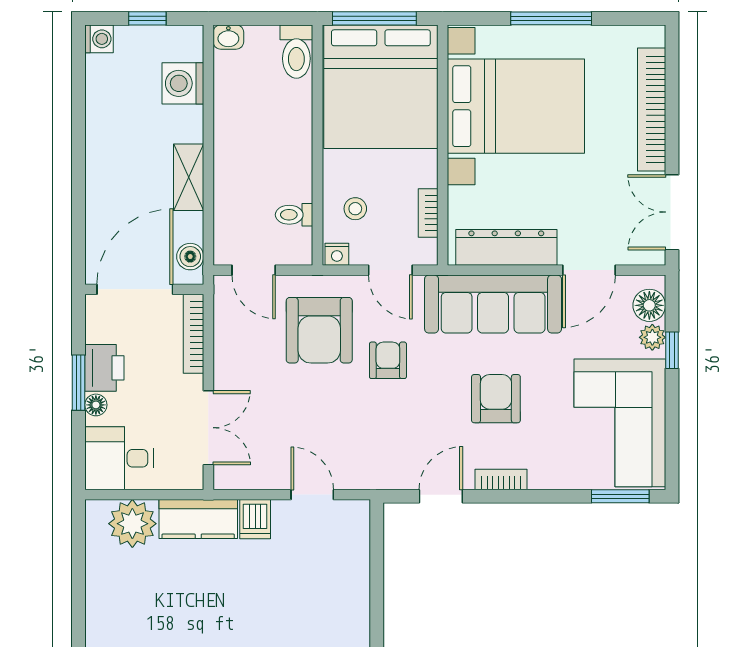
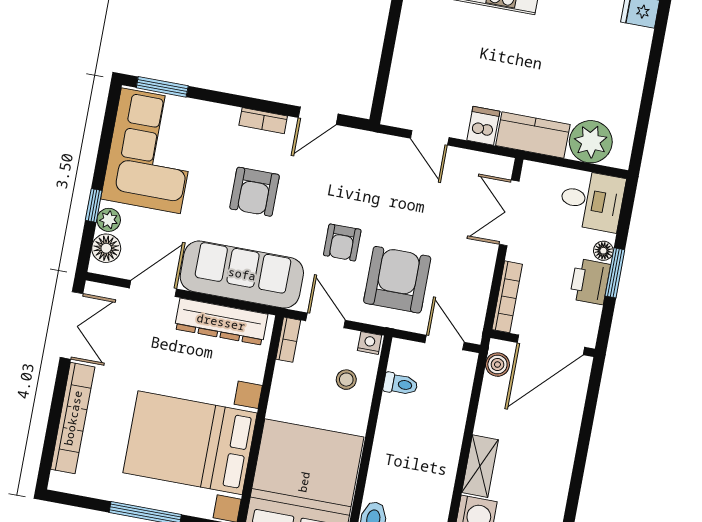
shelving: (189, 177) -> (480, 466), moved
bookcase: (428, 213) -> (288, 340), moved

